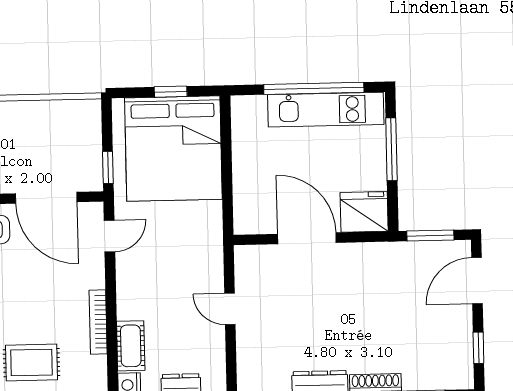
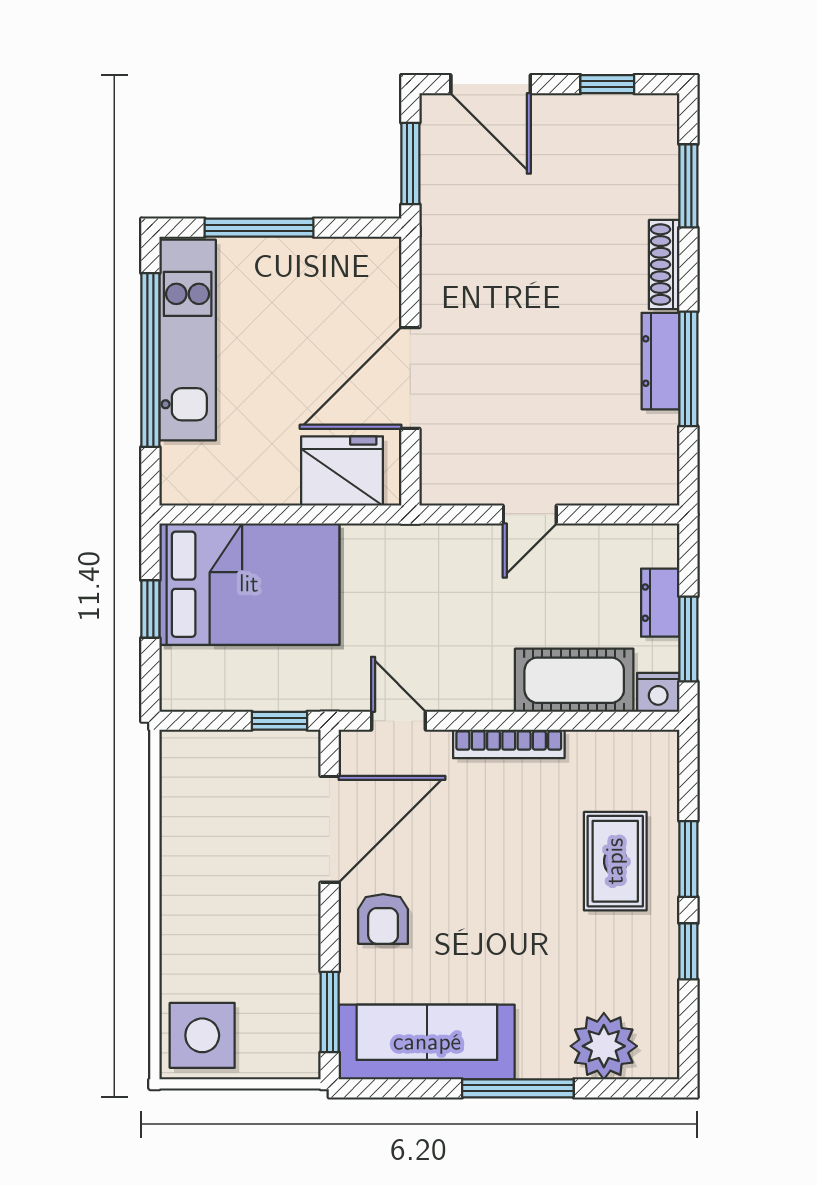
bed: (173, 149) -> (249, 584), width x0.73
fridge: (364, 212) -> (342, 471), moved, turned 90
bookcase: (98, 322) -> (509, 744), moved
cot: (131, 346) -> (574, 680), width x1.37, depth x1.34

